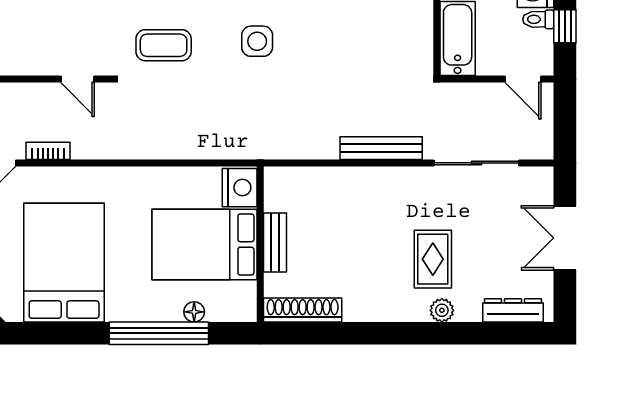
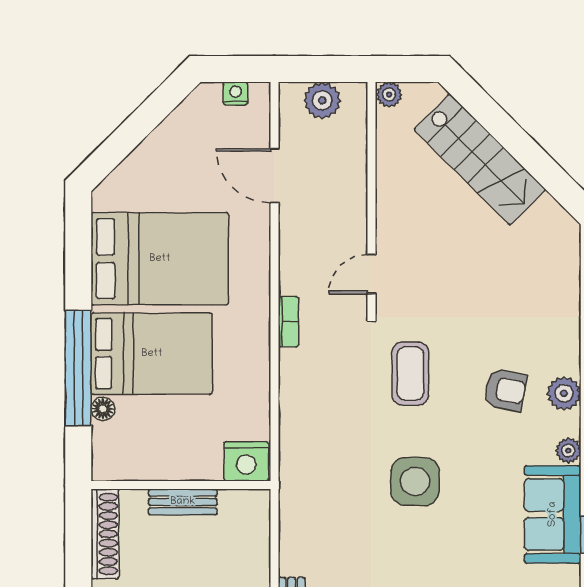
side table: (257, 41) -> (415, 481), width x1.37, depth x1.37
bookcase: (48, 151) -> (289, 322), moved
bed: (204, 244) -> (152, 354), moved, turned 90

